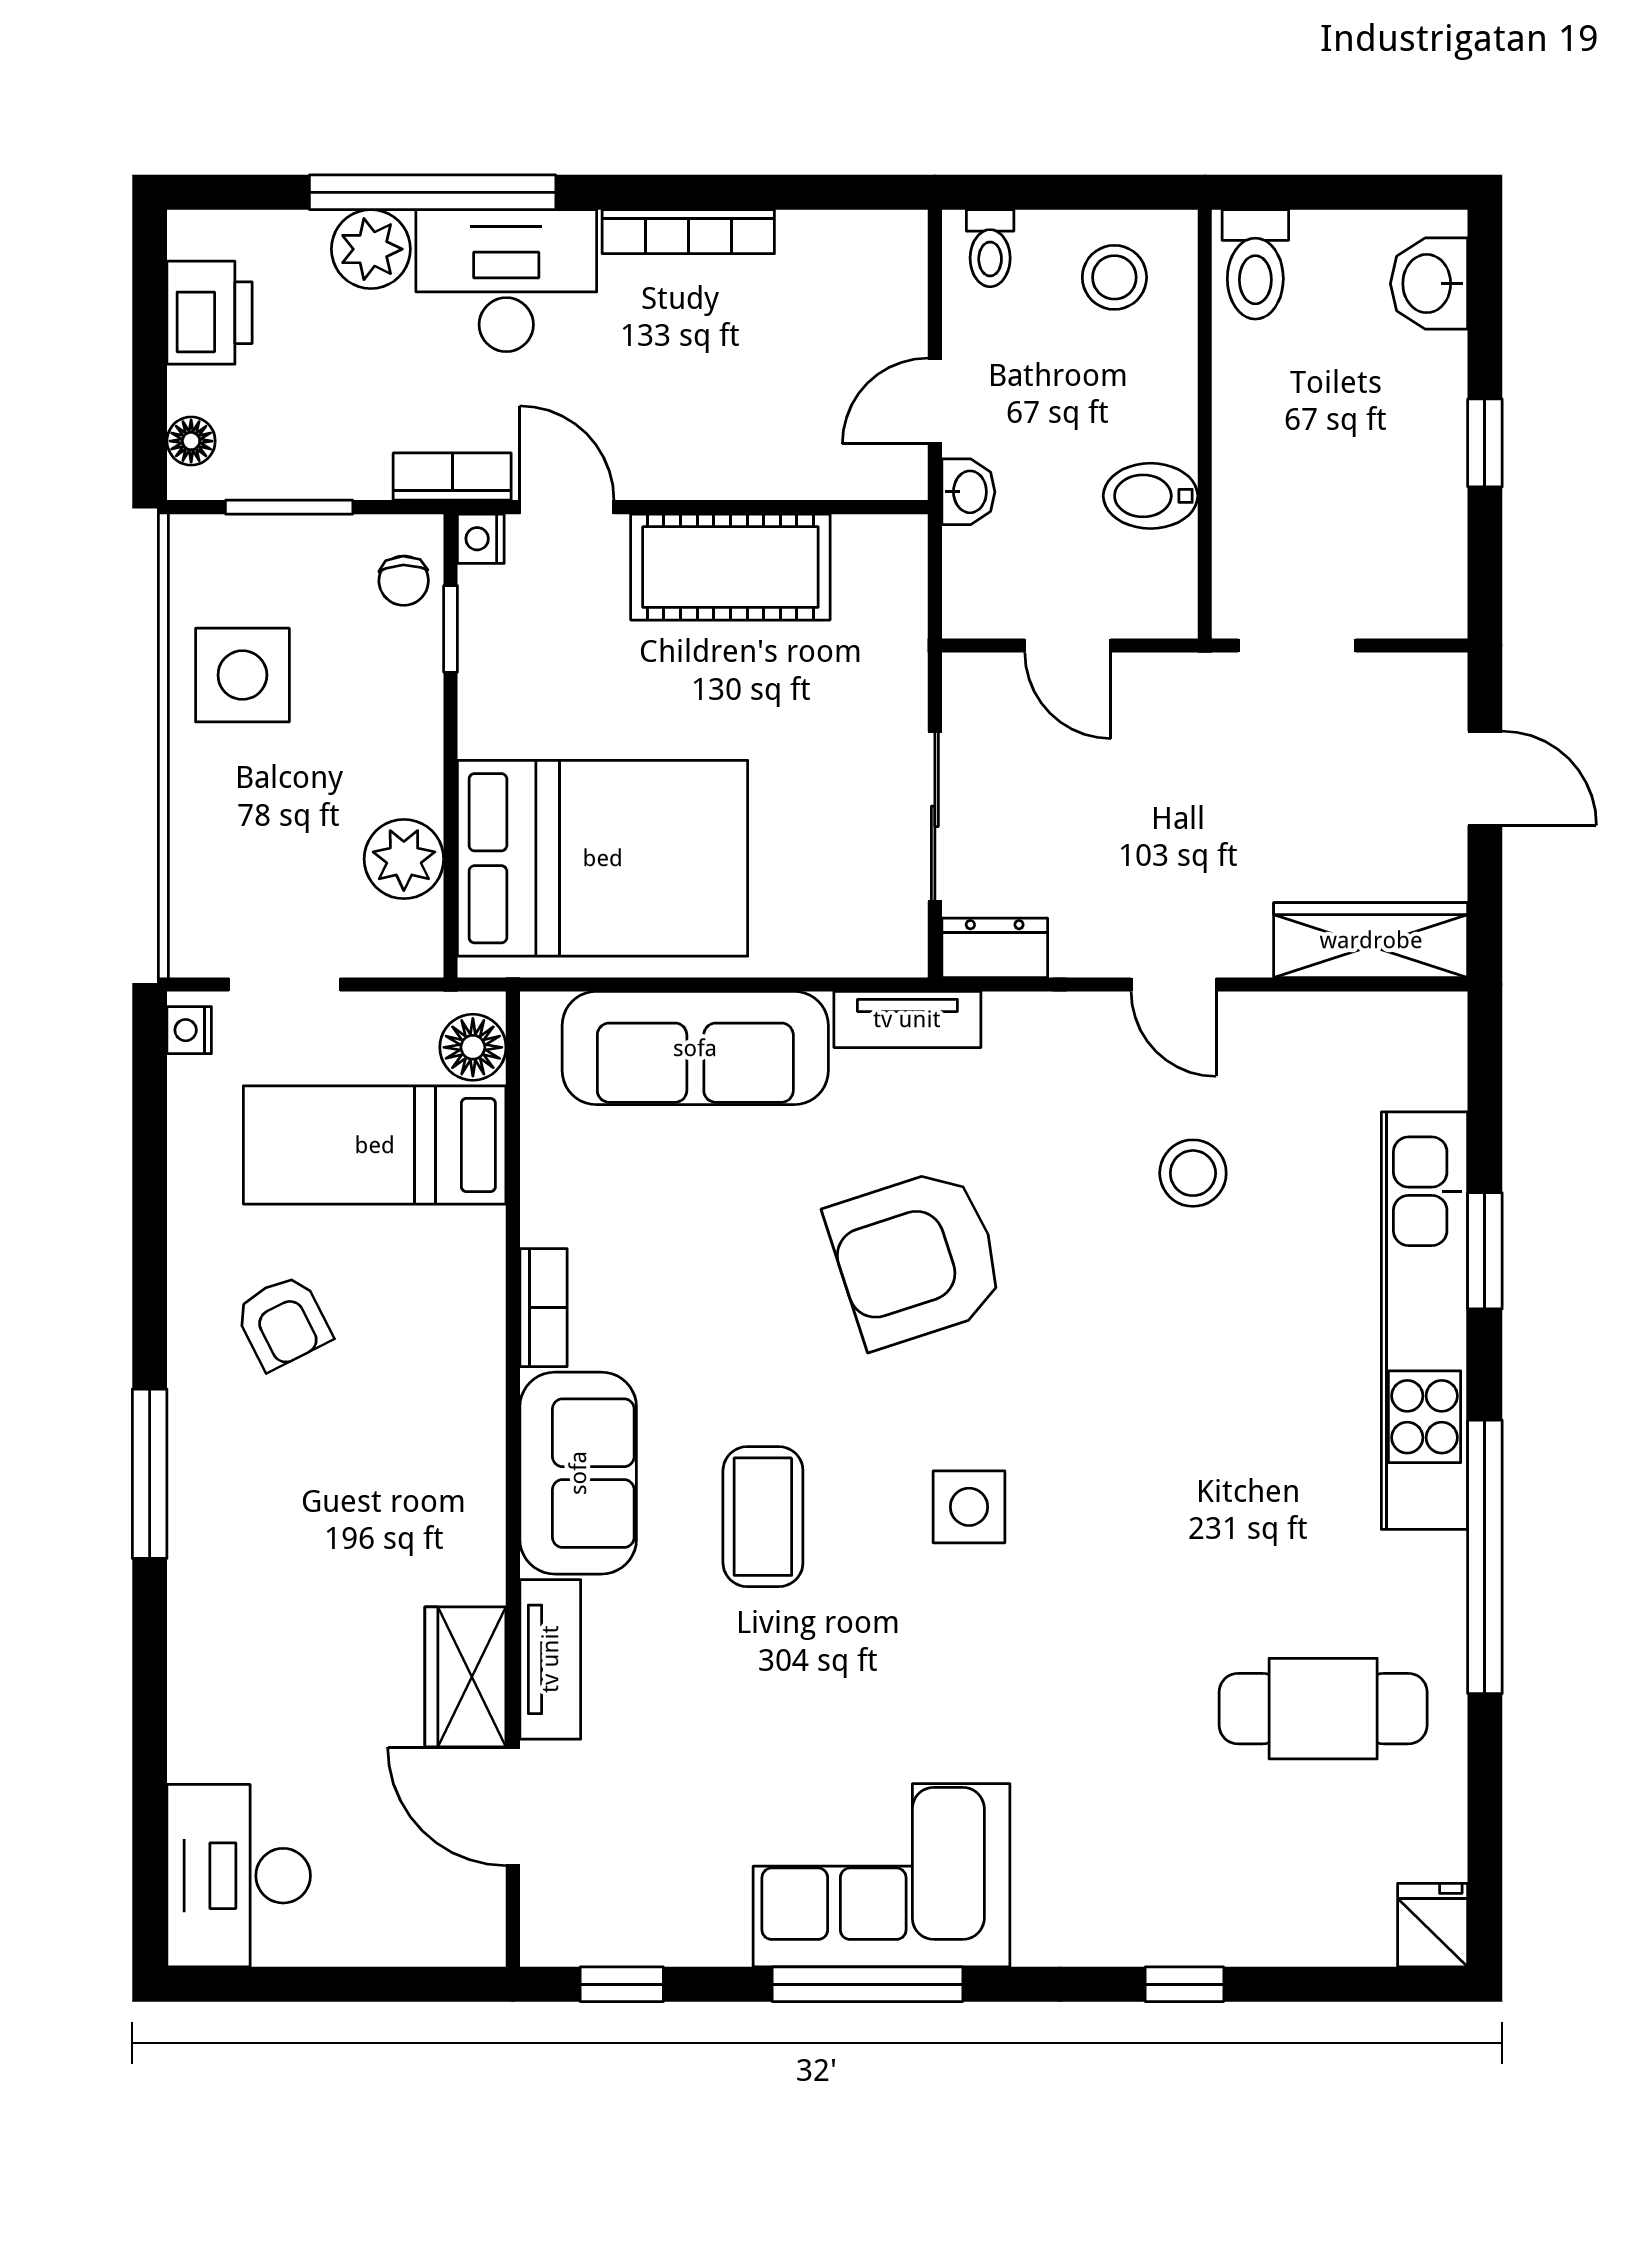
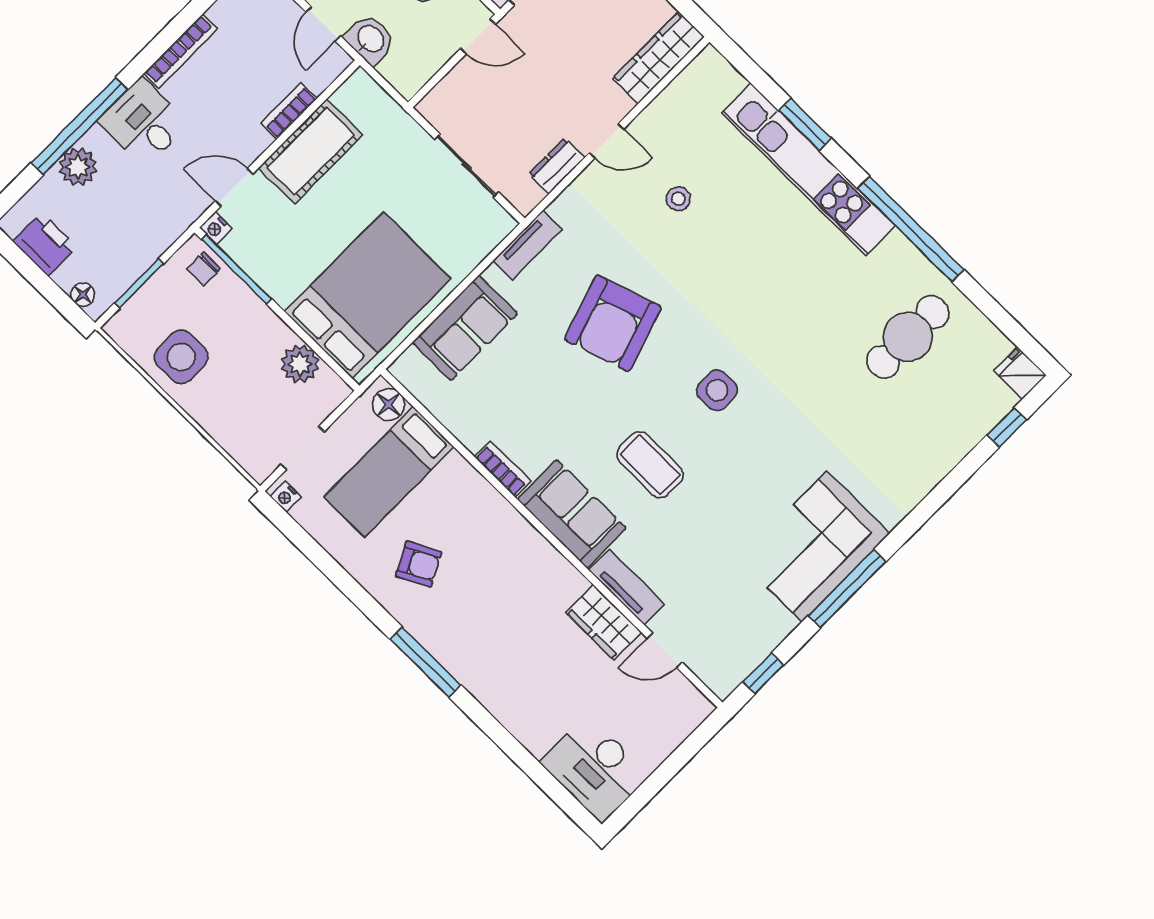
desk: (506, 281) -> (144, 122), width x0.73
bookcase: (452, 477) -> (289, 111), moved
washbasin: (968, 492) -> (370, 39), width x1.38, depth x1.45
chair: (404, 581) -> (204, 269), turned 92
window: (451, 629) -> (236, 269), width x2.17
door: (1068, 645) -> (478, 36), moved
dresser: (995, 948) -> (557, 166), moved
sofa: (695, 1048) -> (465, 328), width x0.73
stool: (1193, 1173) -> (678, 199), width x0.73, depth x0.73
door: (513, 1806) -> (665, 650), width x0.73
window: (1184, 1984) -> (1007, 427), moved

